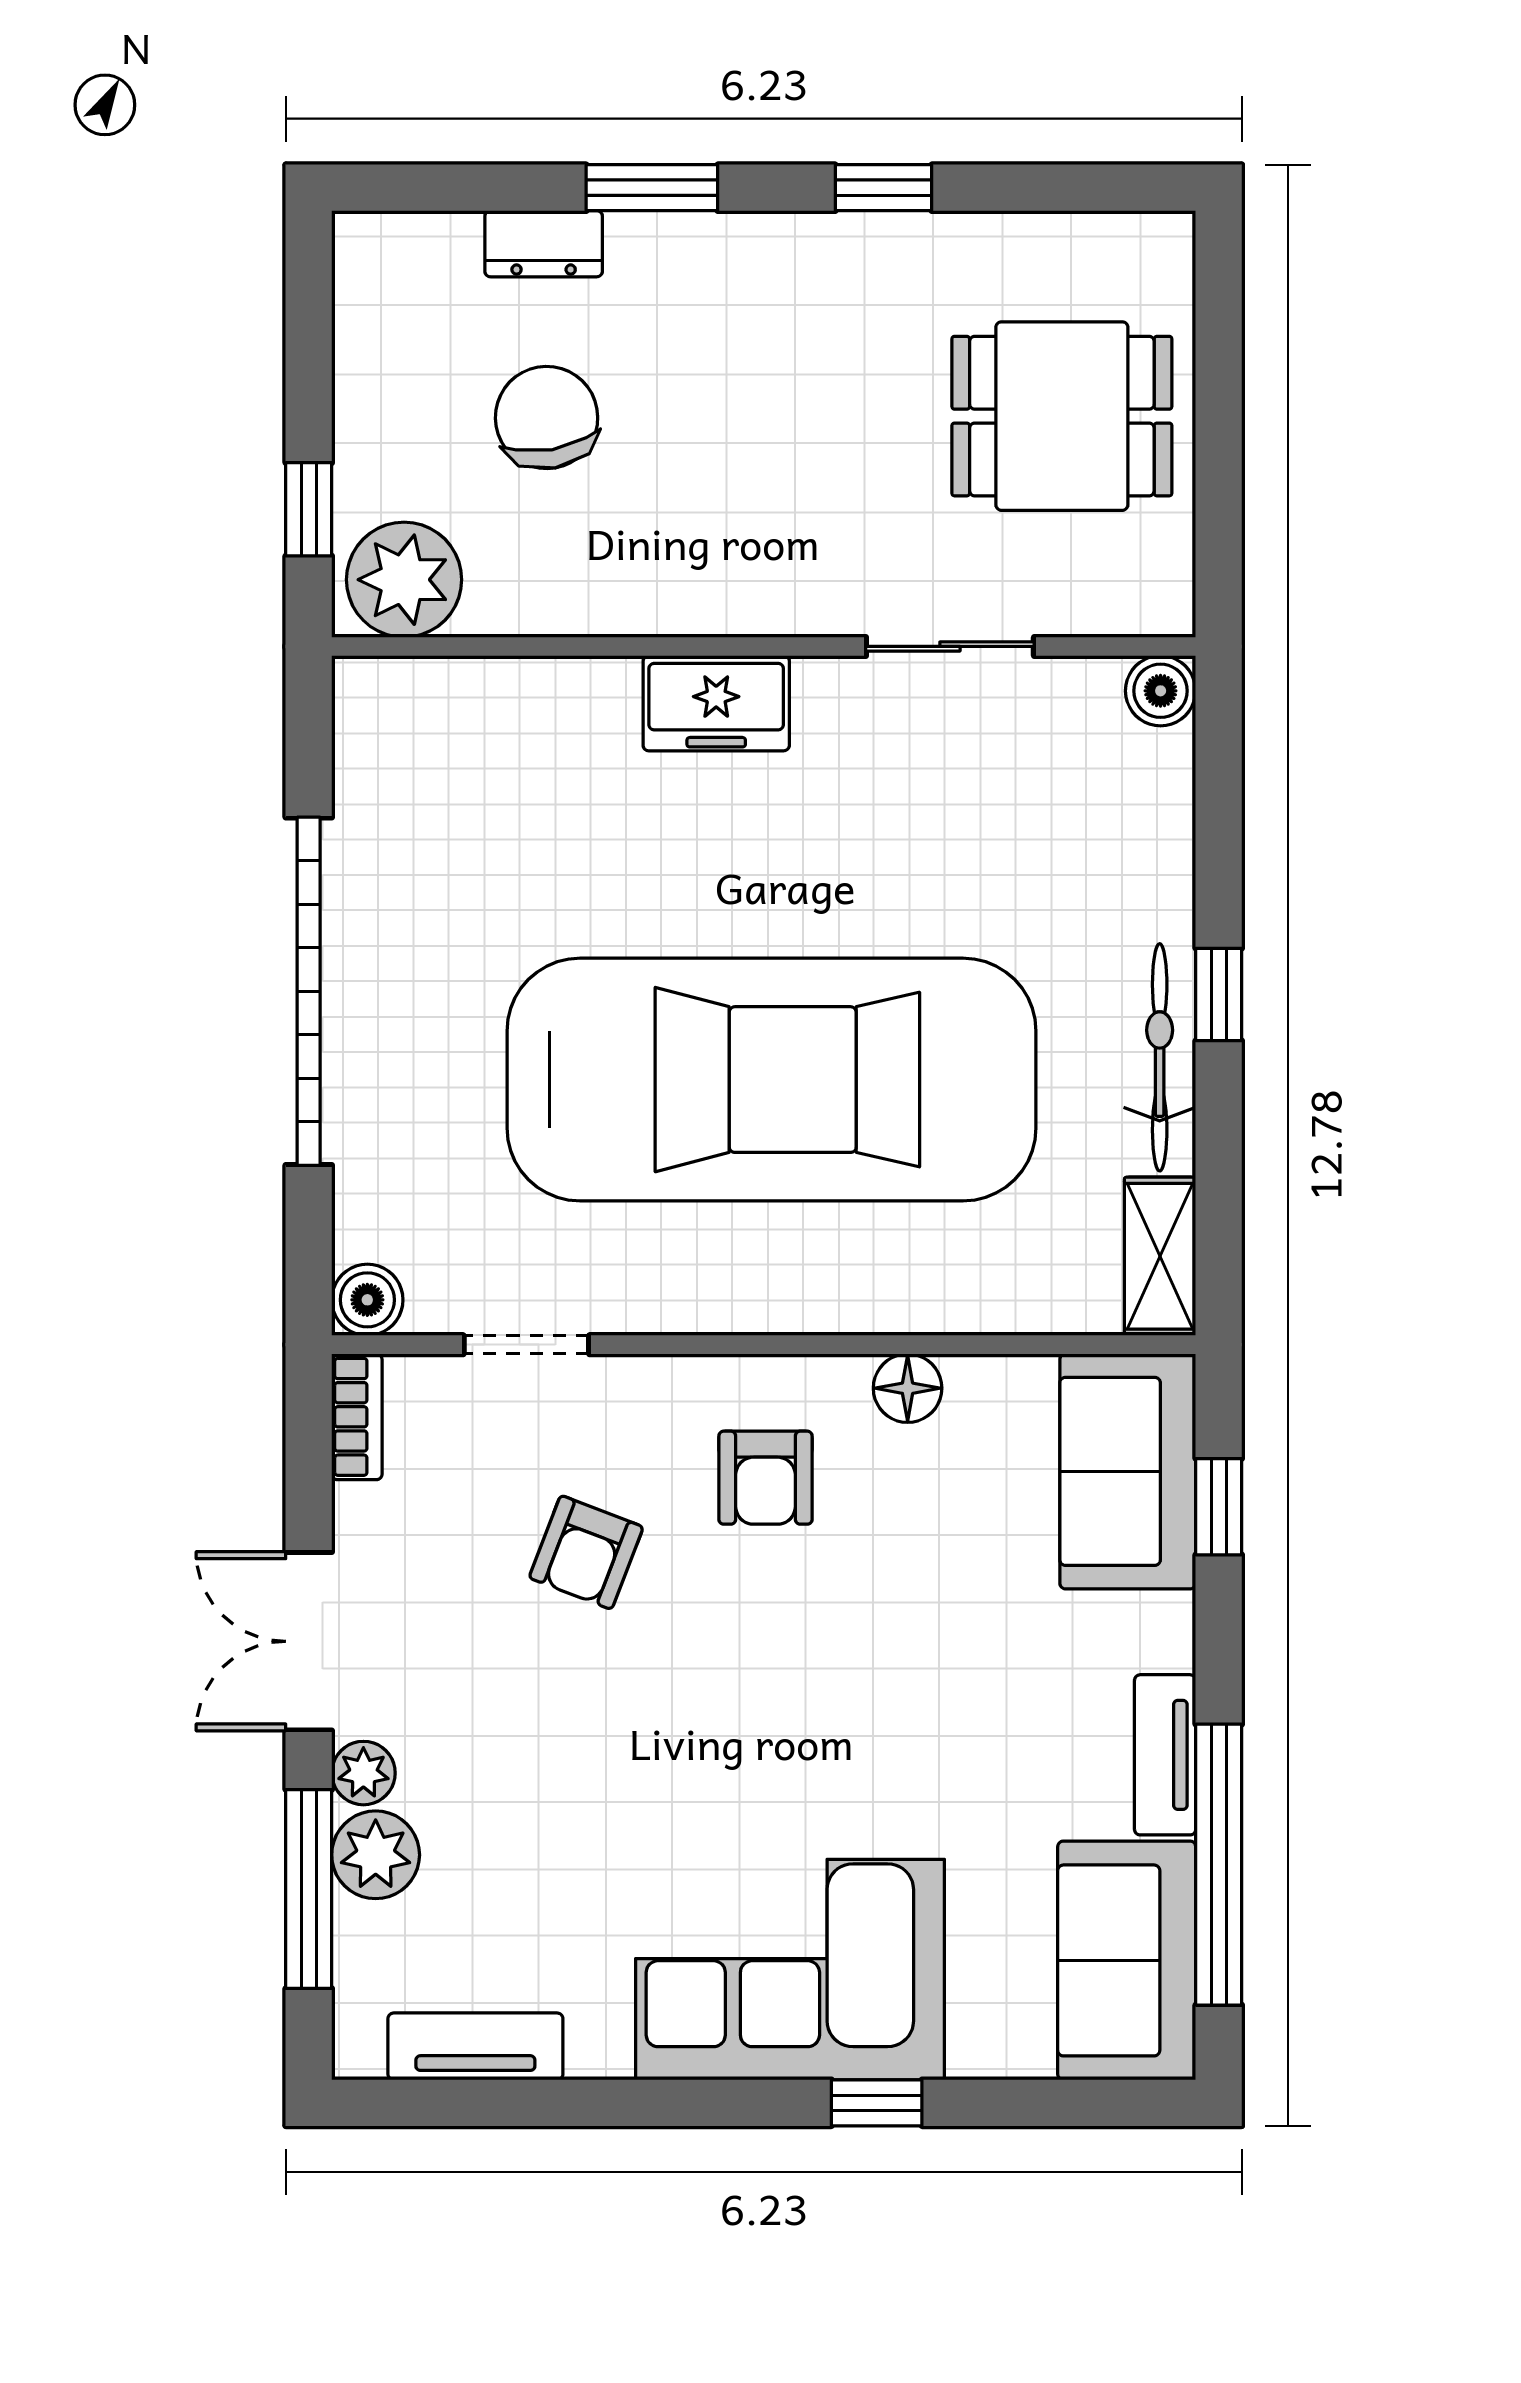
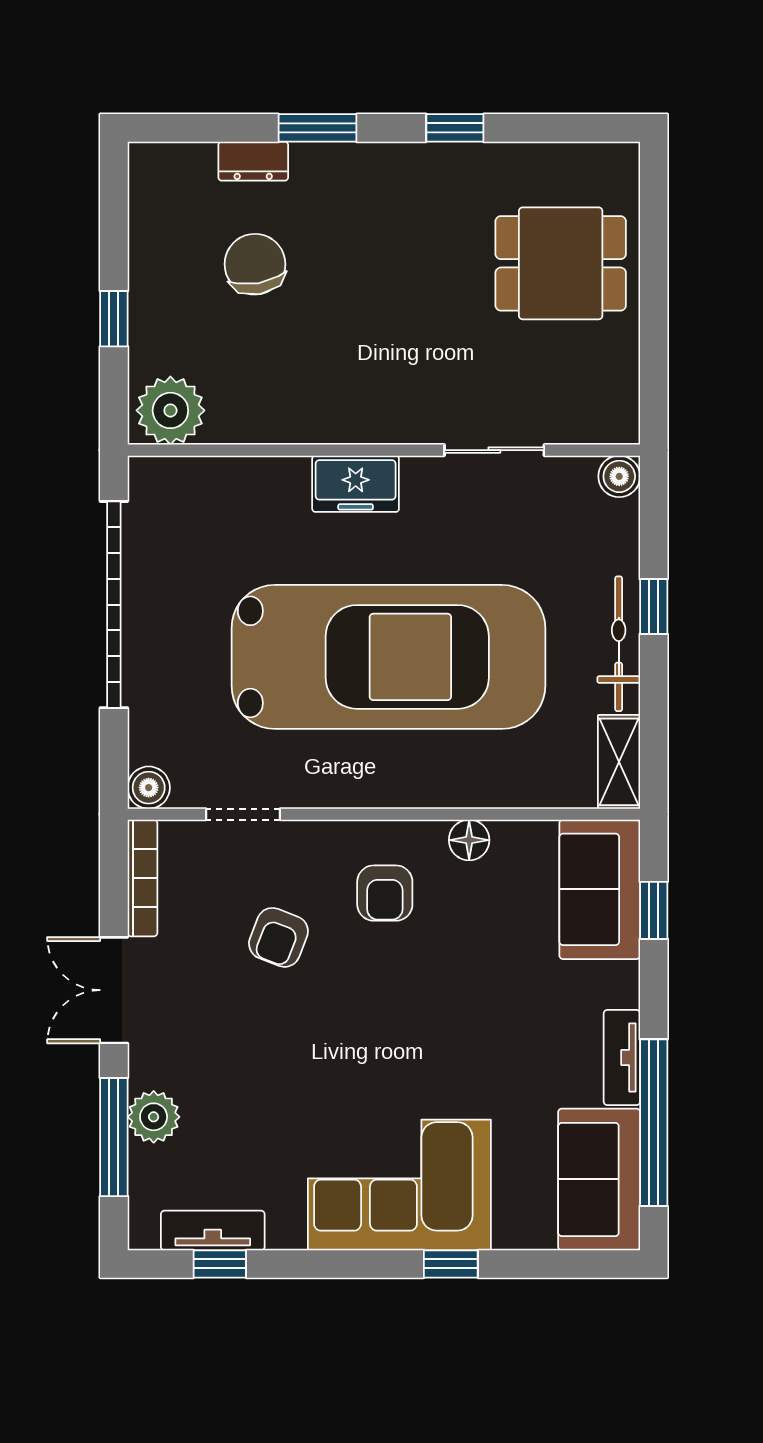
plant: (404, 580) -> (170, 410), moved
wall: (764, 646) -> (384, 450), moved
sliding door: (950, 646) -> (494, 450), moved
boiler: (1161, 691) -> (619, 476), moved
freezer: (716, 703) -> (356, 484), moved
bookcase: (357, 1417) -> (142, 878), width x1.56
plant: (363, 1773) -> (146, 1068), removed
window: (487, 2103) -> (220, 1264), added

